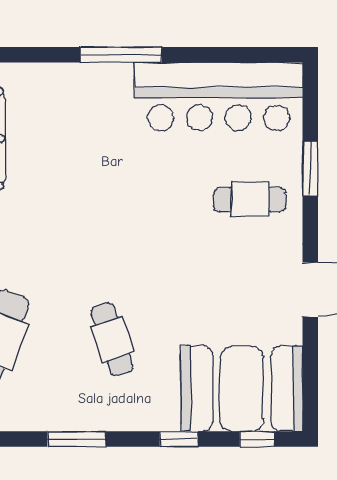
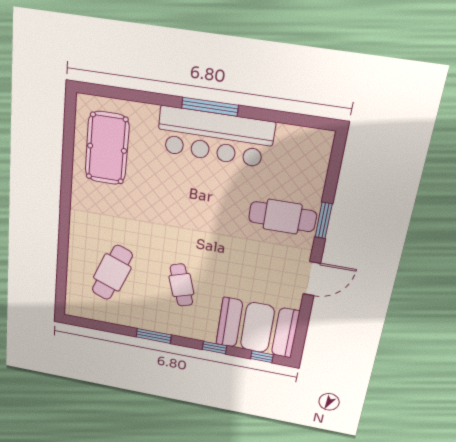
bar counter: (219, 97) -> (215, 137), moved
window: (310, 169) -> (324, 220), moved
cafe table: (250, 199) -> (282, 217), width x1.37, depth x1.35

